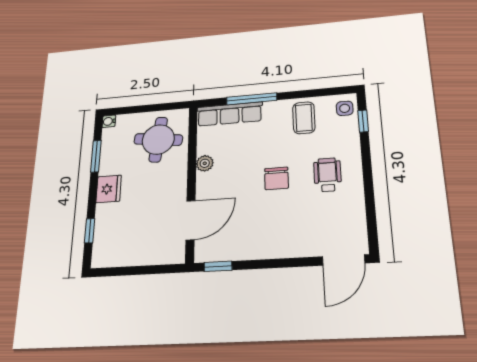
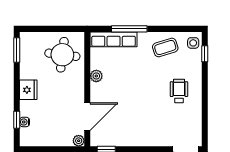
coffee table: (304, 118) -> (165, 47), turned 73
water cooler: (109, 121) -> (25, 122), moved
window: (96, 156) -> (17, 50), moved
chair: (276, 178) -> (145, 91), removed
plant: (177, 256) -> (79, 141), added

